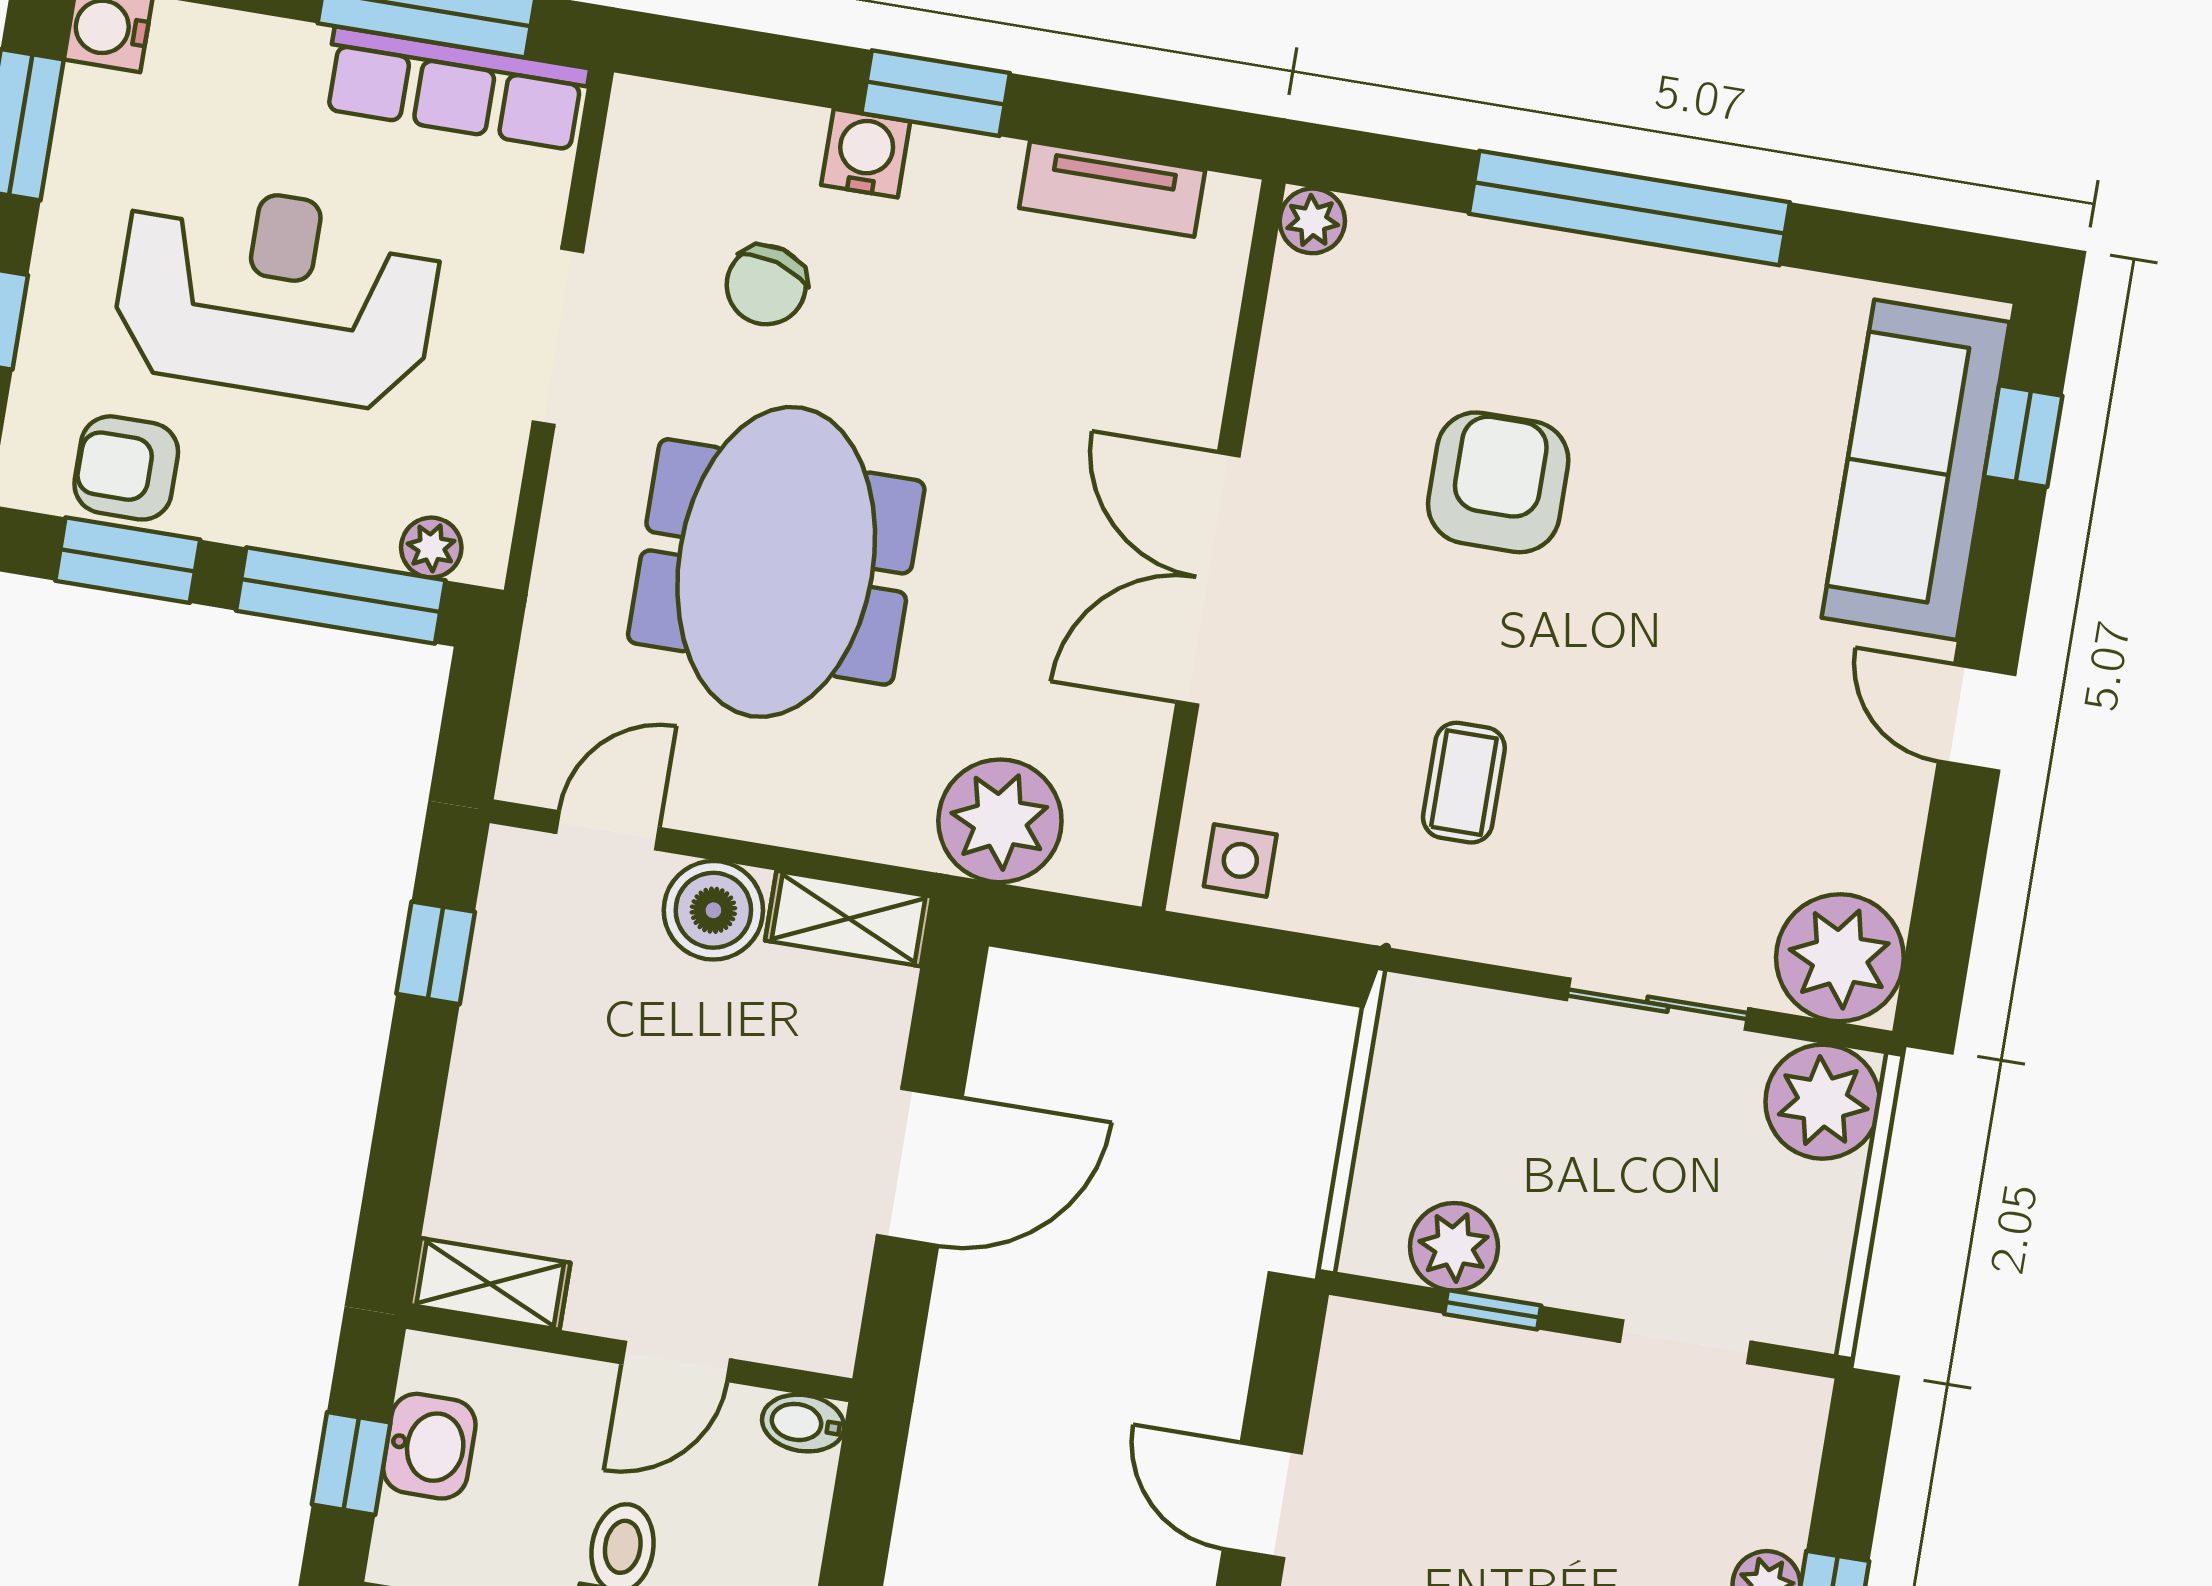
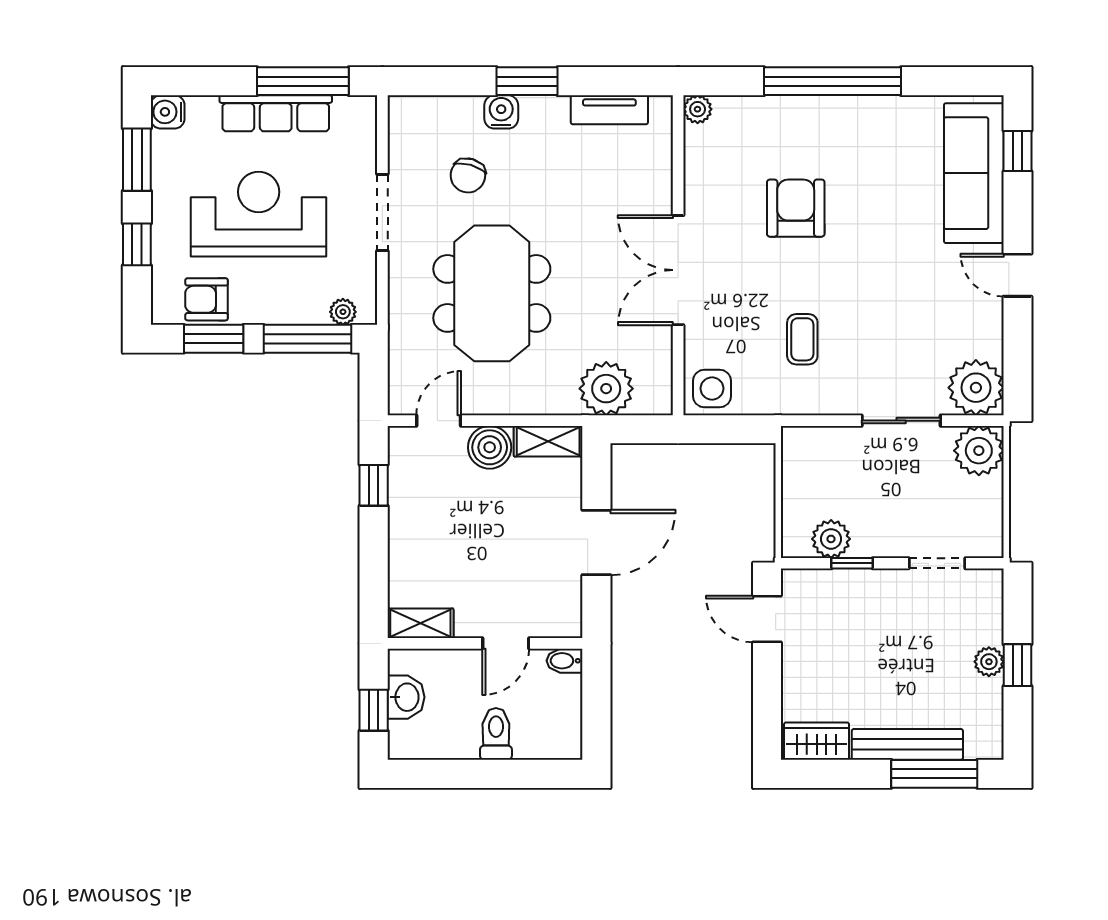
row of seats: (456, 89) -> (276, 113), moved
side table: (1240, 860) -> (712, 389), width x1.37, depth x1.37
door: (1262, 1501) -> (767, 619), moved

